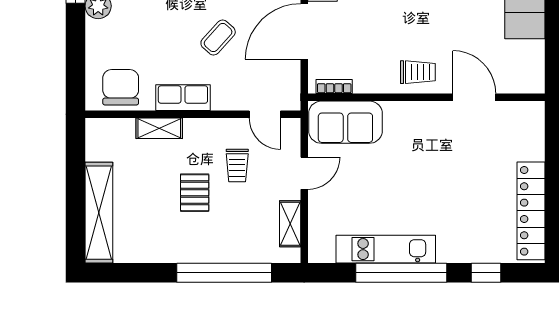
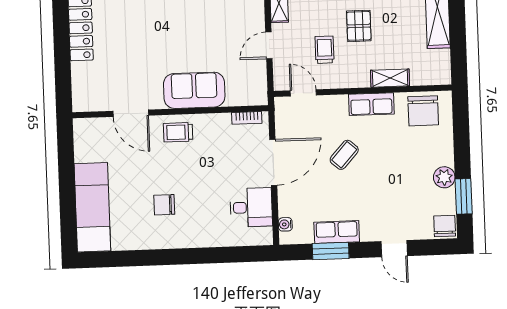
sofa: (345, 122) -> (194, 90), moved

